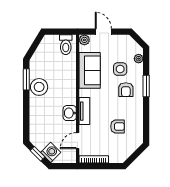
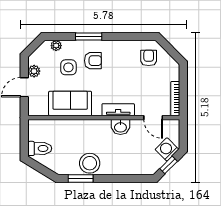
plant: (84, 40) -> (34, 71), moved
toilet: (66, 45) -> (40, 148), moved
armchair: (117, 127) -> (149, 58), moved

